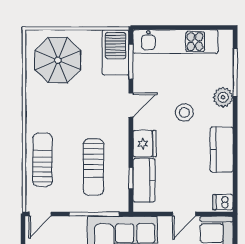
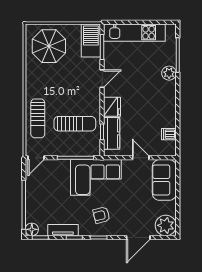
stool: (184, 112) -> (141, 84), removed
kitchen counter: (222, 149) -> (168, 111), removed
sun lounger: (42, 160) -> (38, 118), turned 180
sun lounger: (93, 167) -> (75, 124), turned -90
dishwasher: (223, 202) -> (169, 134), moved
door: (184, 214) -> (141, 158), swing flipped

